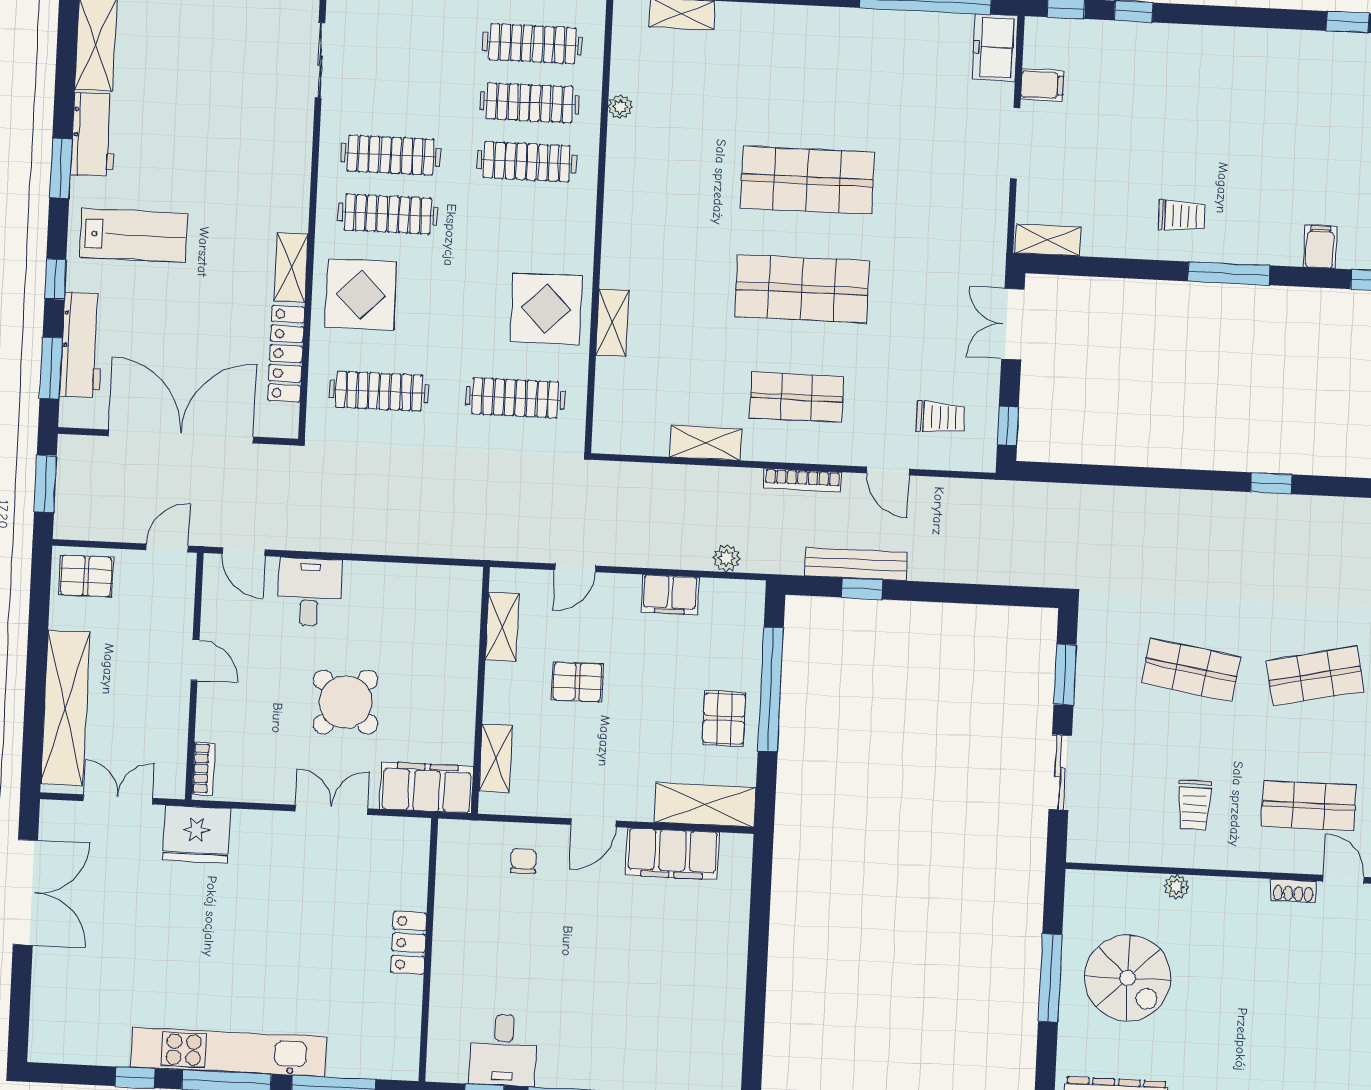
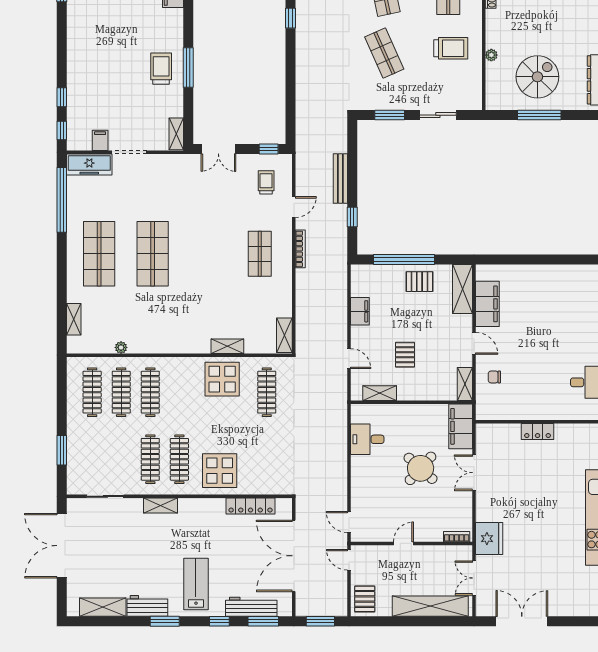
freezer: (995, 48) -> (89, 164), width x1.40
trolley: (1182, 216) -> (161, 69), width x1.36, depth x1.39
shelving: (291, 268) -> (160, 506), moved
window: (1229, 273) -> (188, 68), moved
shop shelf: (802, 289) -> (99, 254), moved
clothes rail: (379, 391) -> (267, 459), removed
shelving: (706, 443) -> (284, 335), moved
door: (244, 552) -> (349, 522), swing flipped
plant: (727, 558) -> (341, 284), removed
bench: (856, 564) -> (340, 179), moved
desk: (310, 592) -> (367, 439), moved
shop shelf: (1191, 670) -> (384, 53), turned -33
shelving: (496, 758) -> (465, 384), moved, turned 90
trolley: (1194, 805) -> (451, 48), width x1.36, depth x1.39

